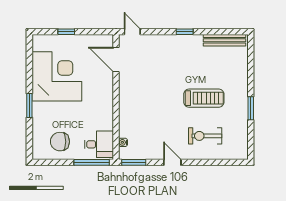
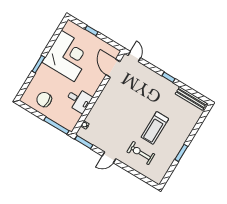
treadmill: (204, 98) -> (155, 128), turned 90
desk: (99, 144) -> (79, 100), moved
door: (172, 162) -> (109, 157), swing flipped

